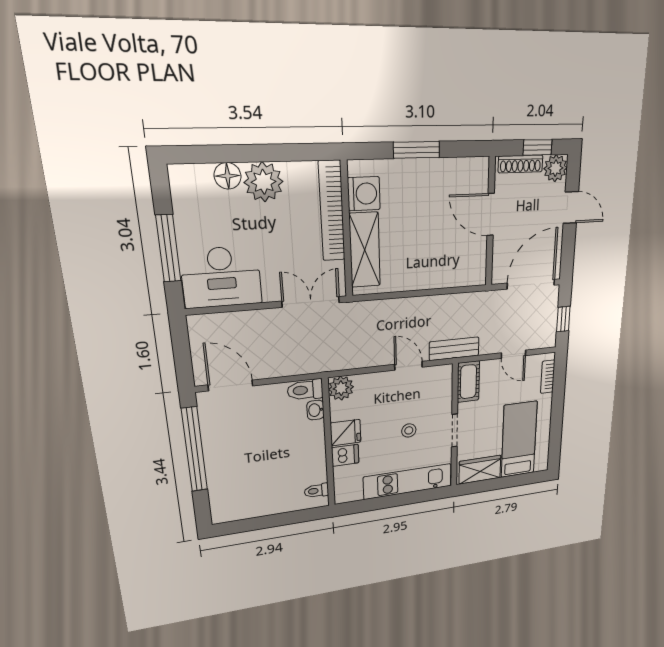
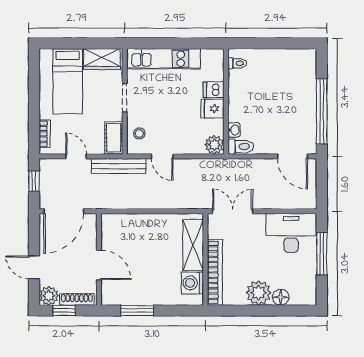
window: (417, 150) -> (137, 310), moved
double door: (311, 302) -> (233, 211), swing flipped
bench: (454, 349) -> (119, 166), width x1.36
stool: (409, 430) -> (139, 134), moved

